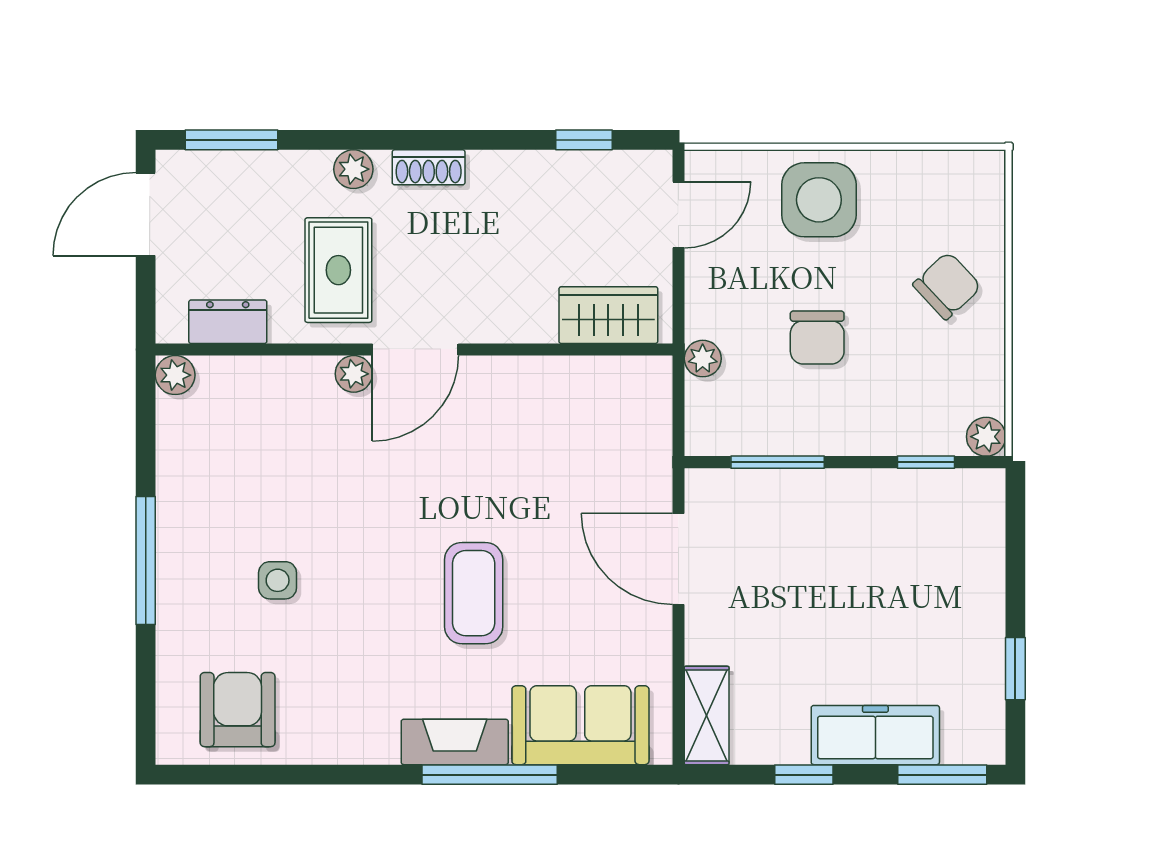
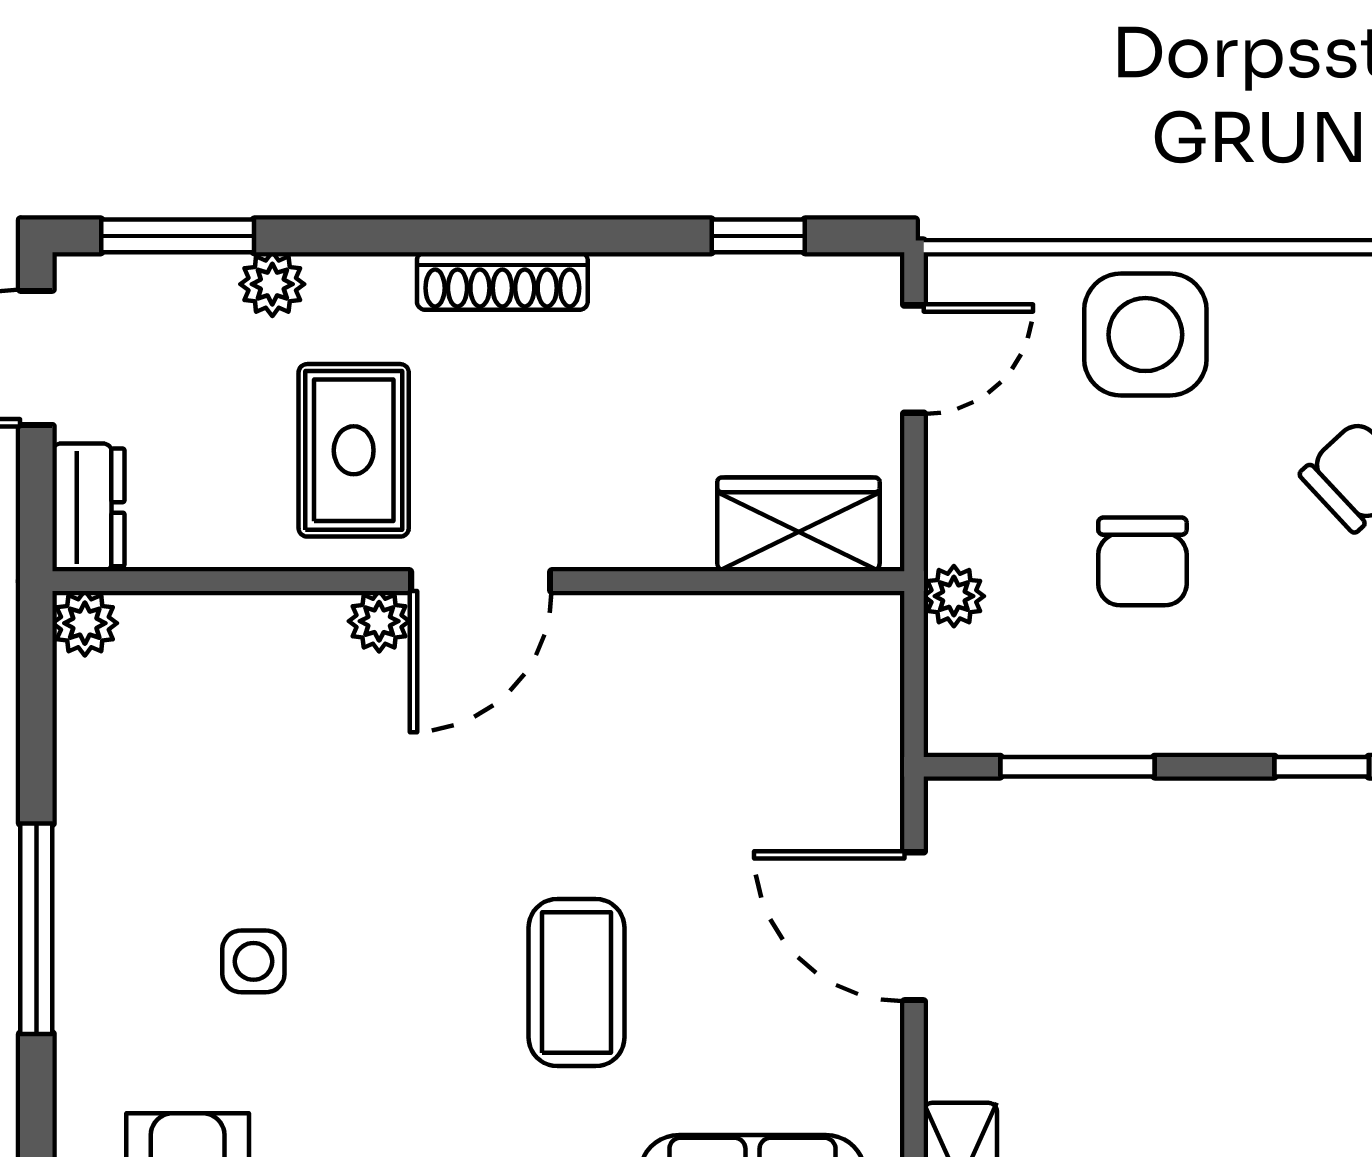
shoe rack: (429, 167) -> (502, 281), width x1.43
plant: (353, 169) -> (272, 284), moved
dresser: (228, 322) -> (88, 507), moved, turned 90

